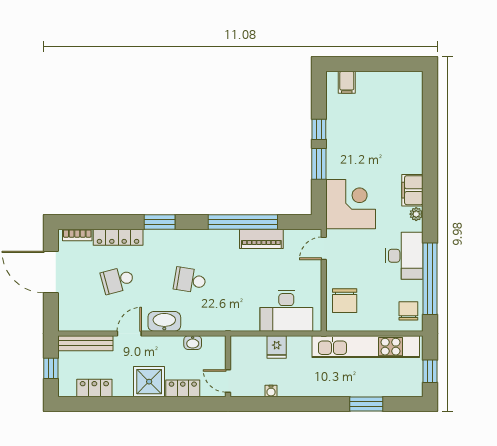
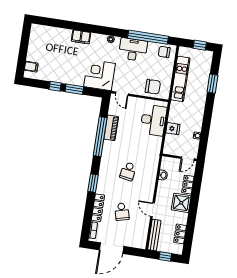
filing cabinet: (412, 190) -> (81, 37), moved
washbasin: (164, 321) -> (149, 189), removed
kitchen unit: (366, 347) -> (180, 79), width x0.73

